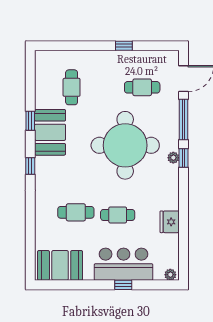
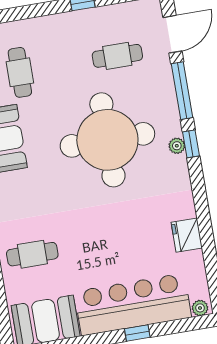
cafe table: (76, 212) -> (32, 254), moved
cafe table: (118, 215) -> (113, 238), removed
bar counter: (124, 264) -> (133, 304), width x1.36

